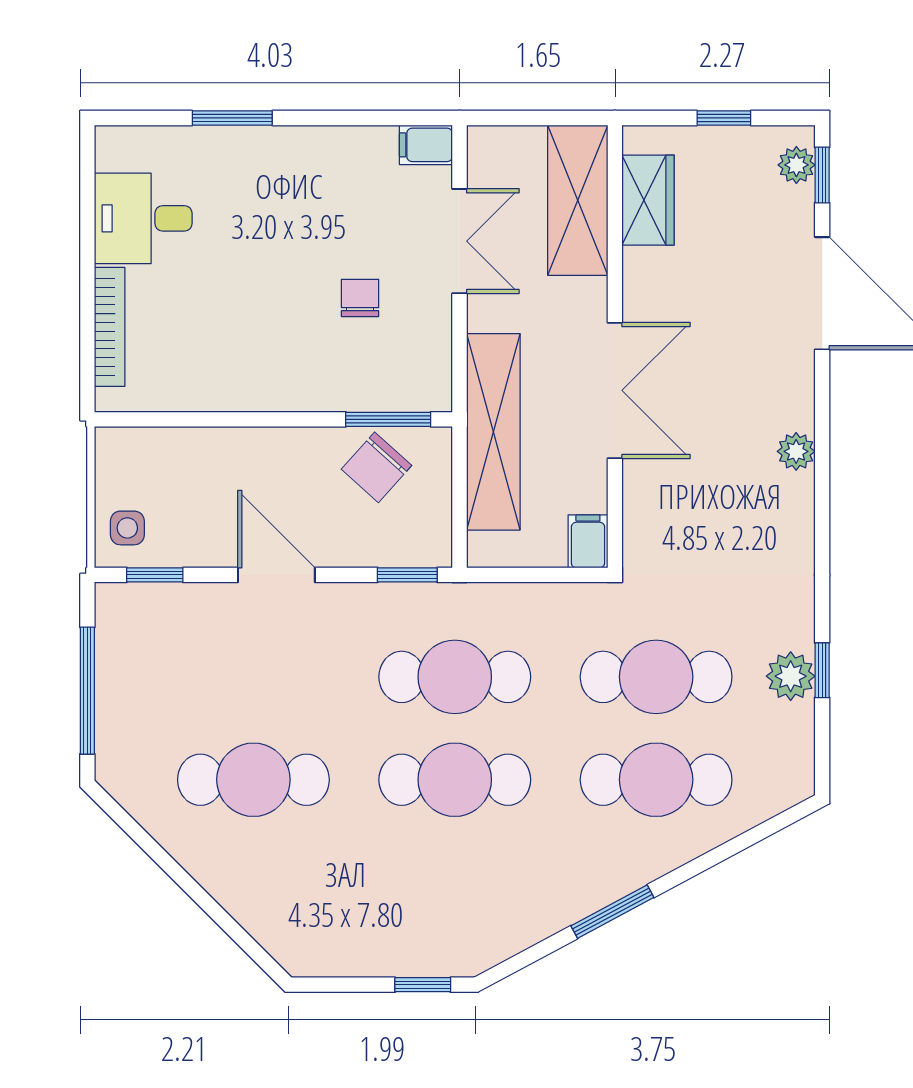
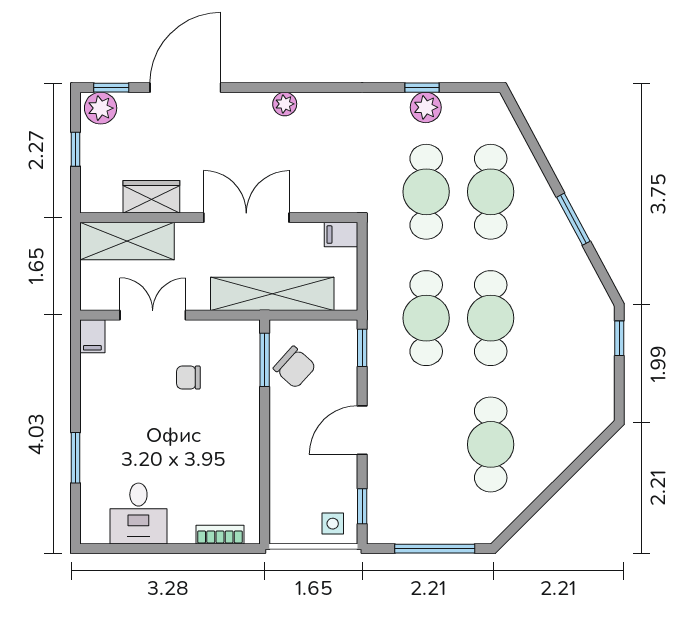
plant: (796, 165) -> (101, 108), width x1.38, depth x1.38
wardrobe: (648, 200) -> (151, 197), moved
bookcase: (110, 327) -> (220, 535), width x0.64

